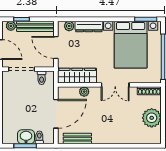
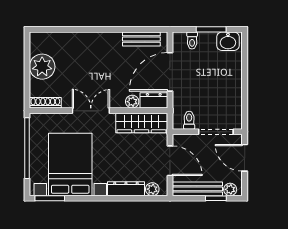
dresser: (68, 93) -> (154, 100), added
washbasin: (26, 137) -> (228, 41), moved

